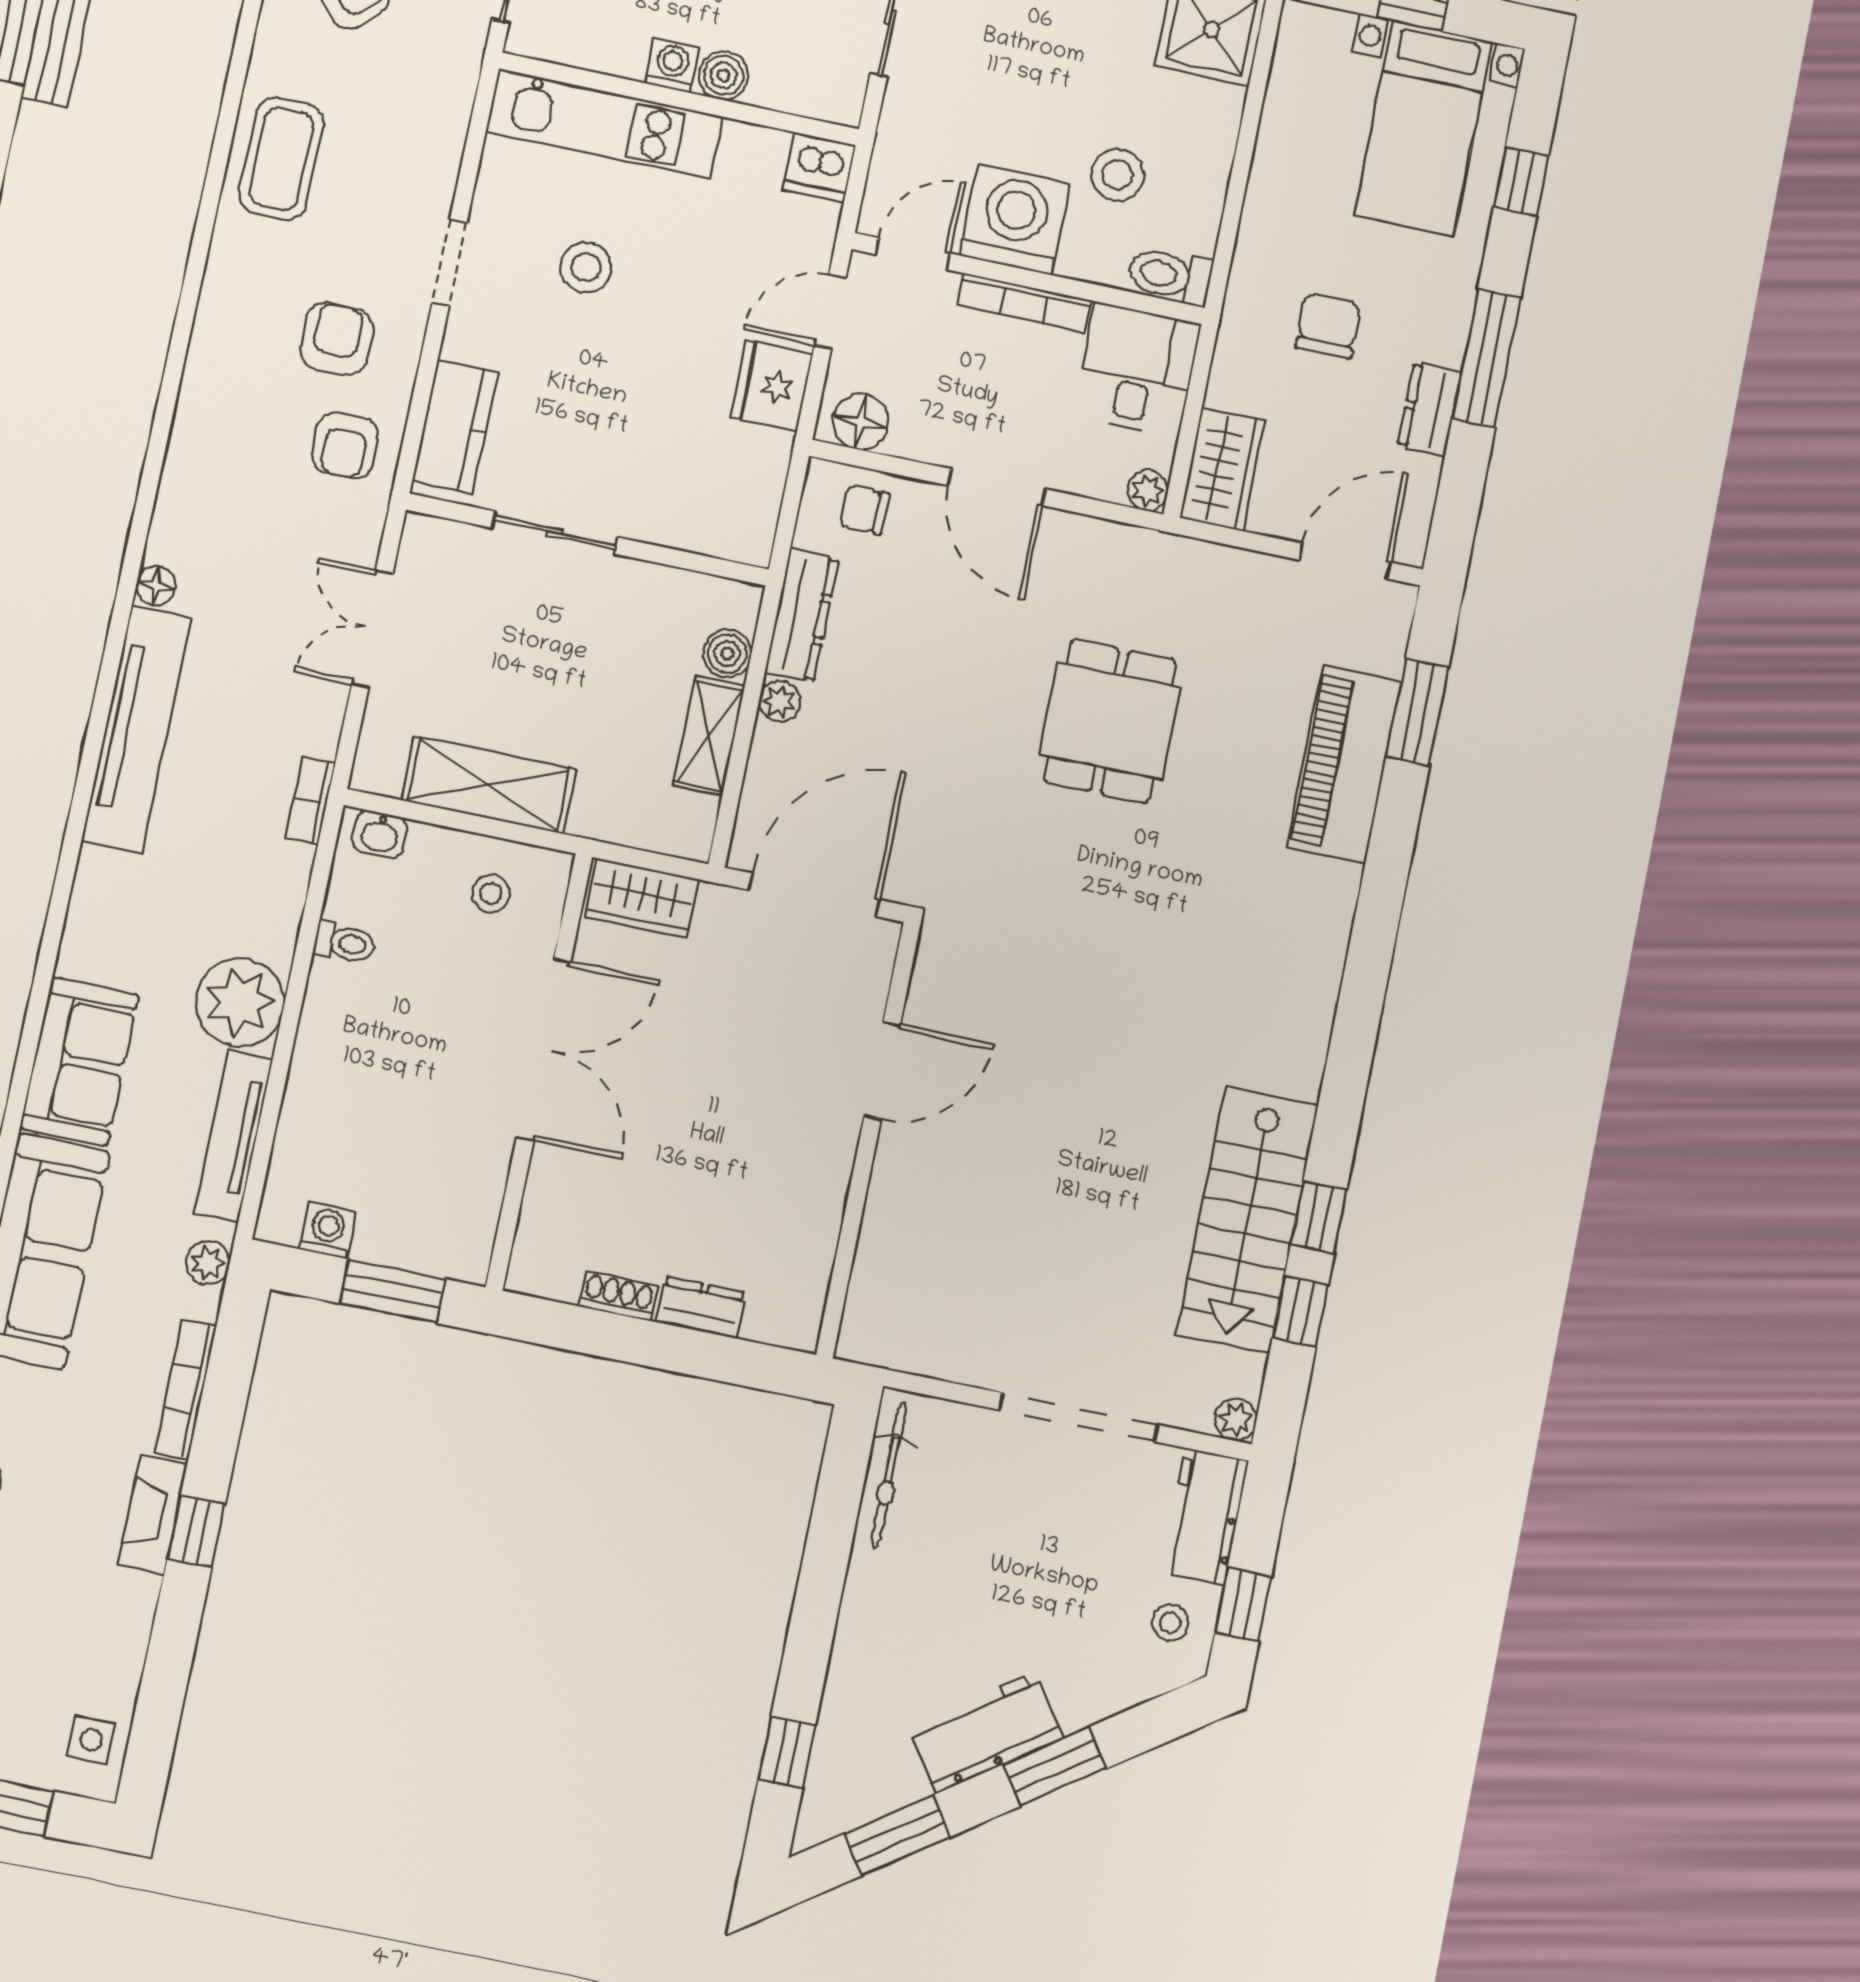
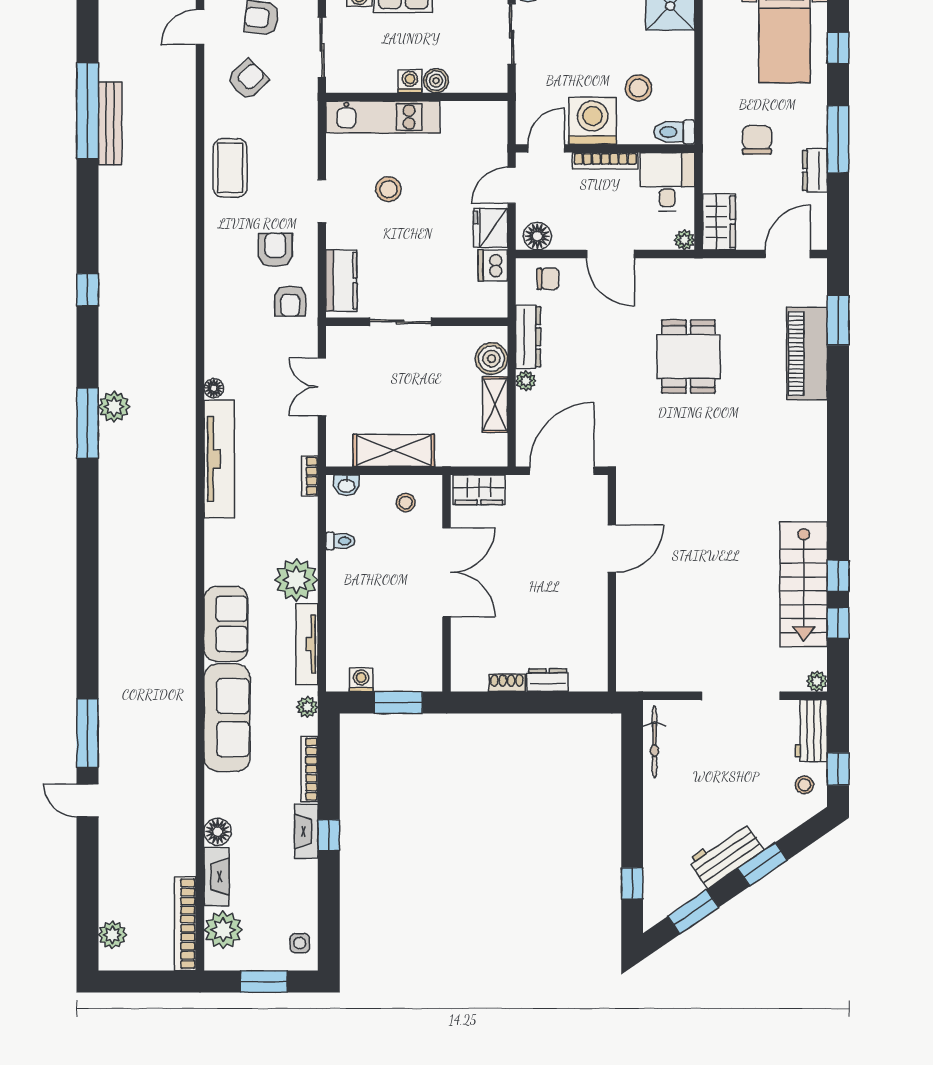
dishwasher: (819, 167) -> (493, 265), moved, turned 90
chair: (864, 510) -> (548, 279), turned 180
boiler: (727, 654) -> (491, 359), width x1.36, depth x1.36

